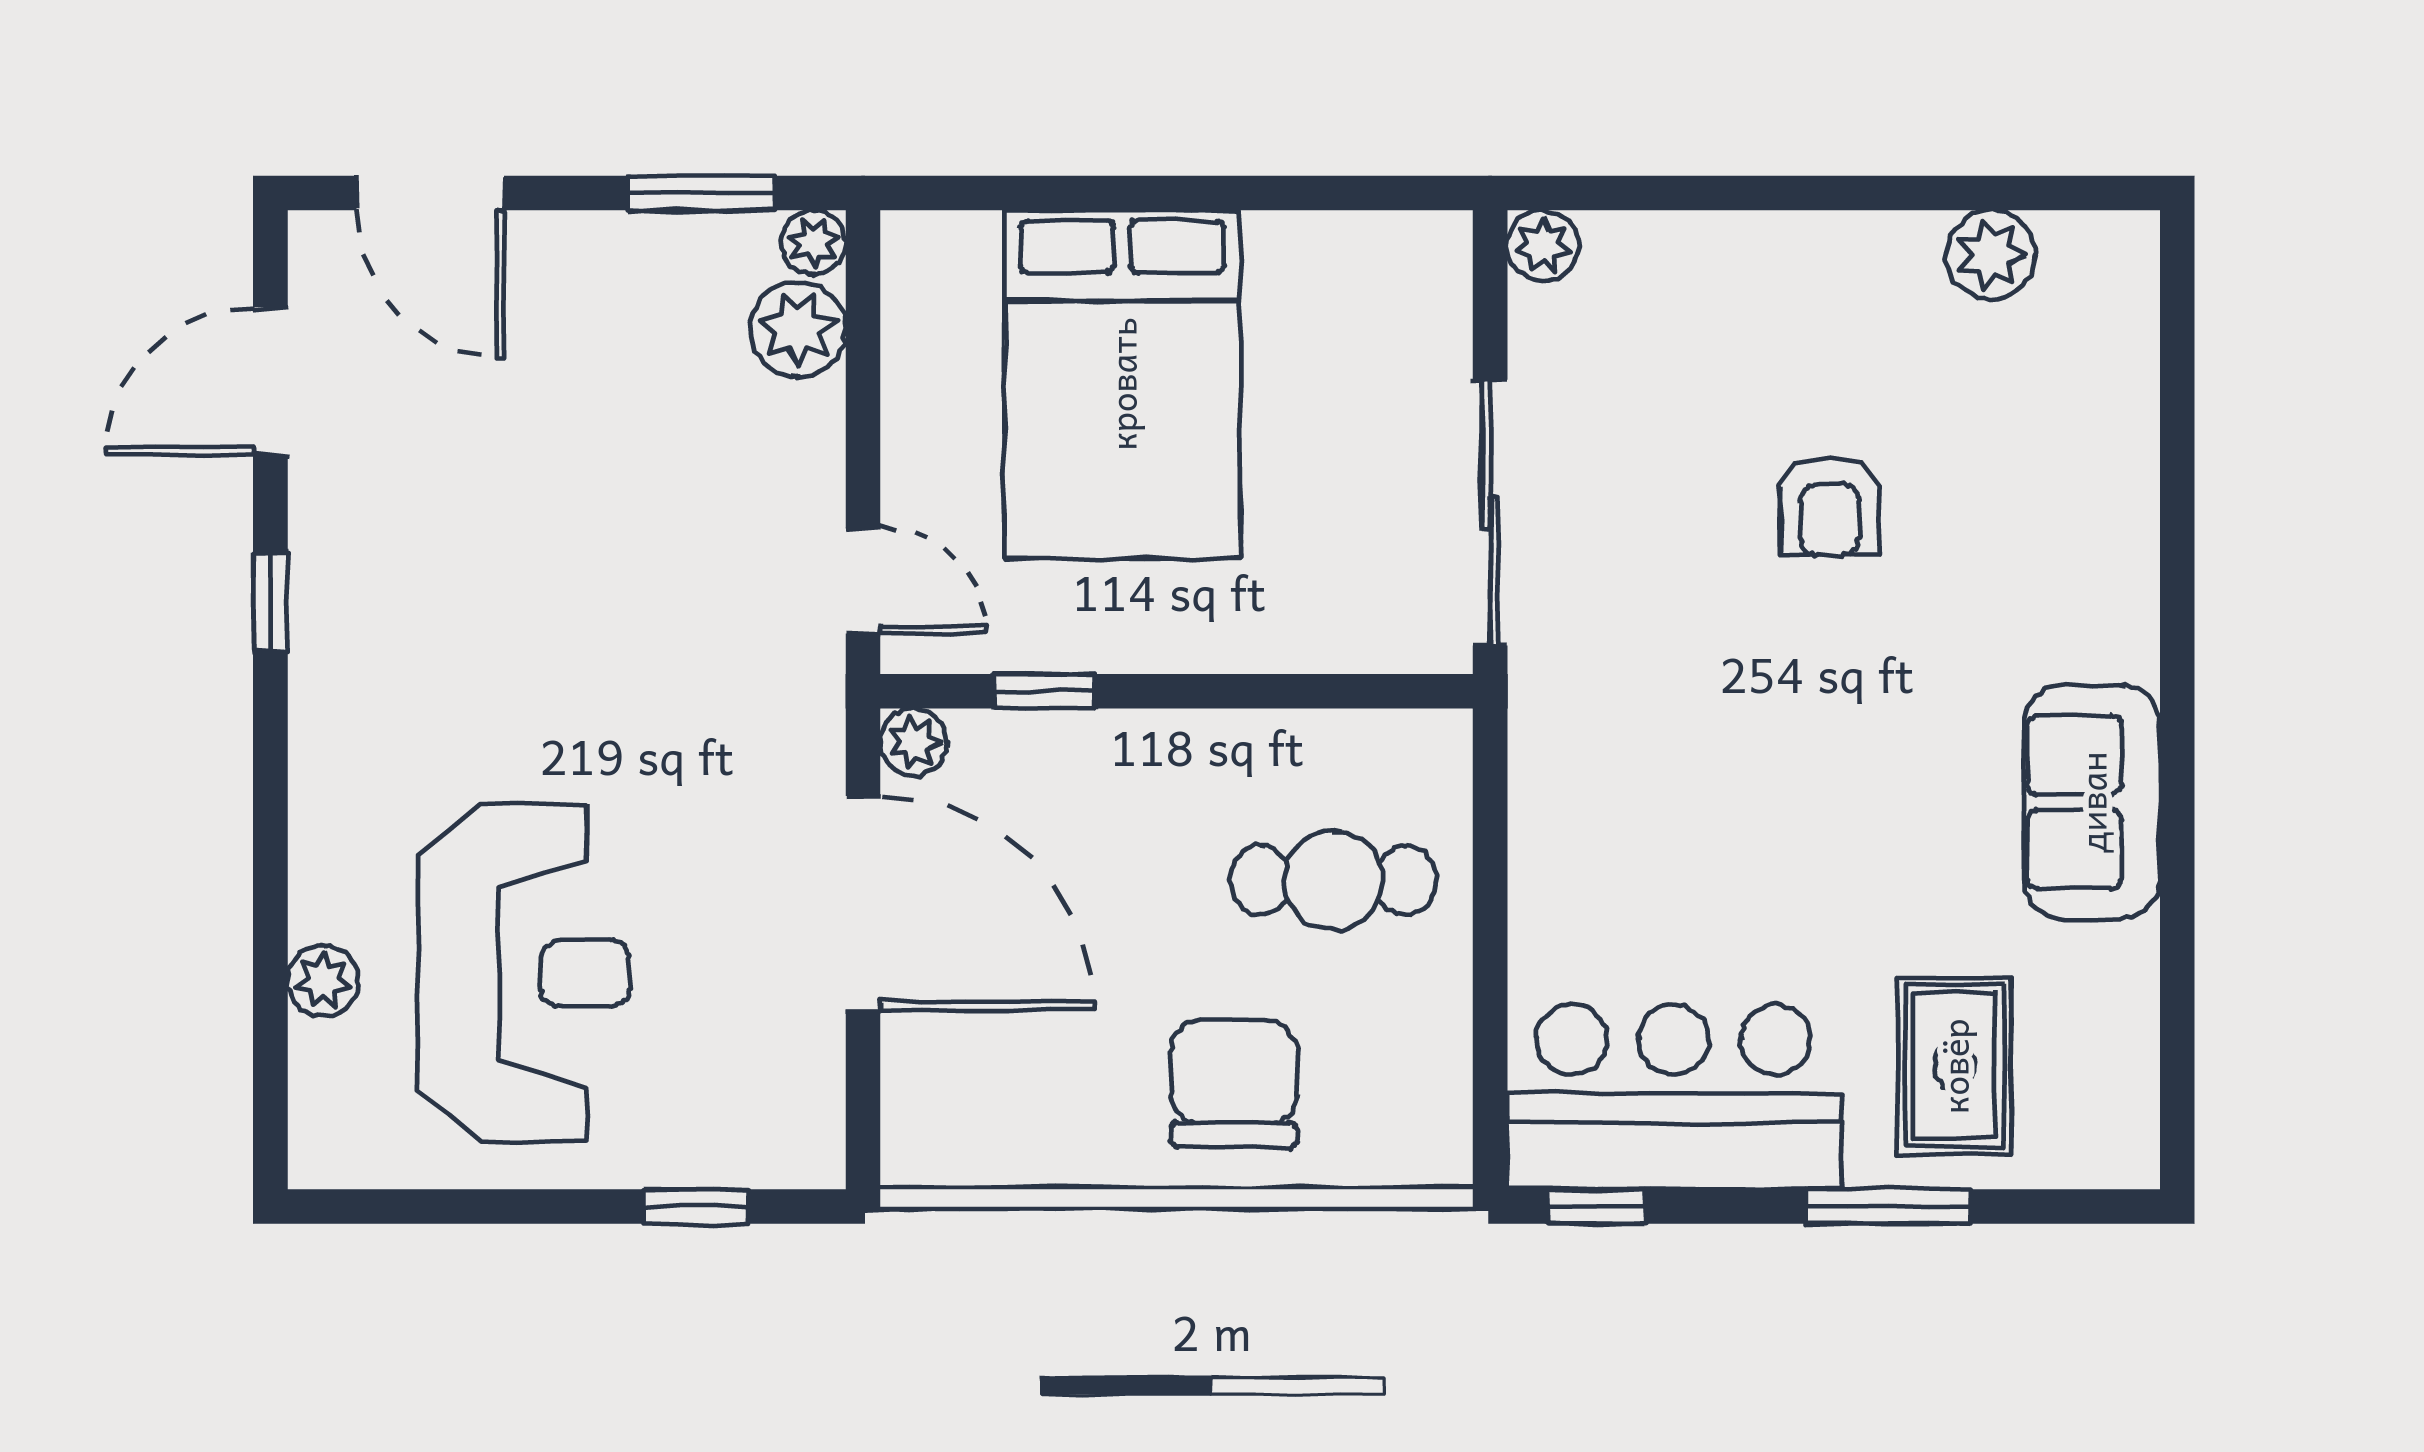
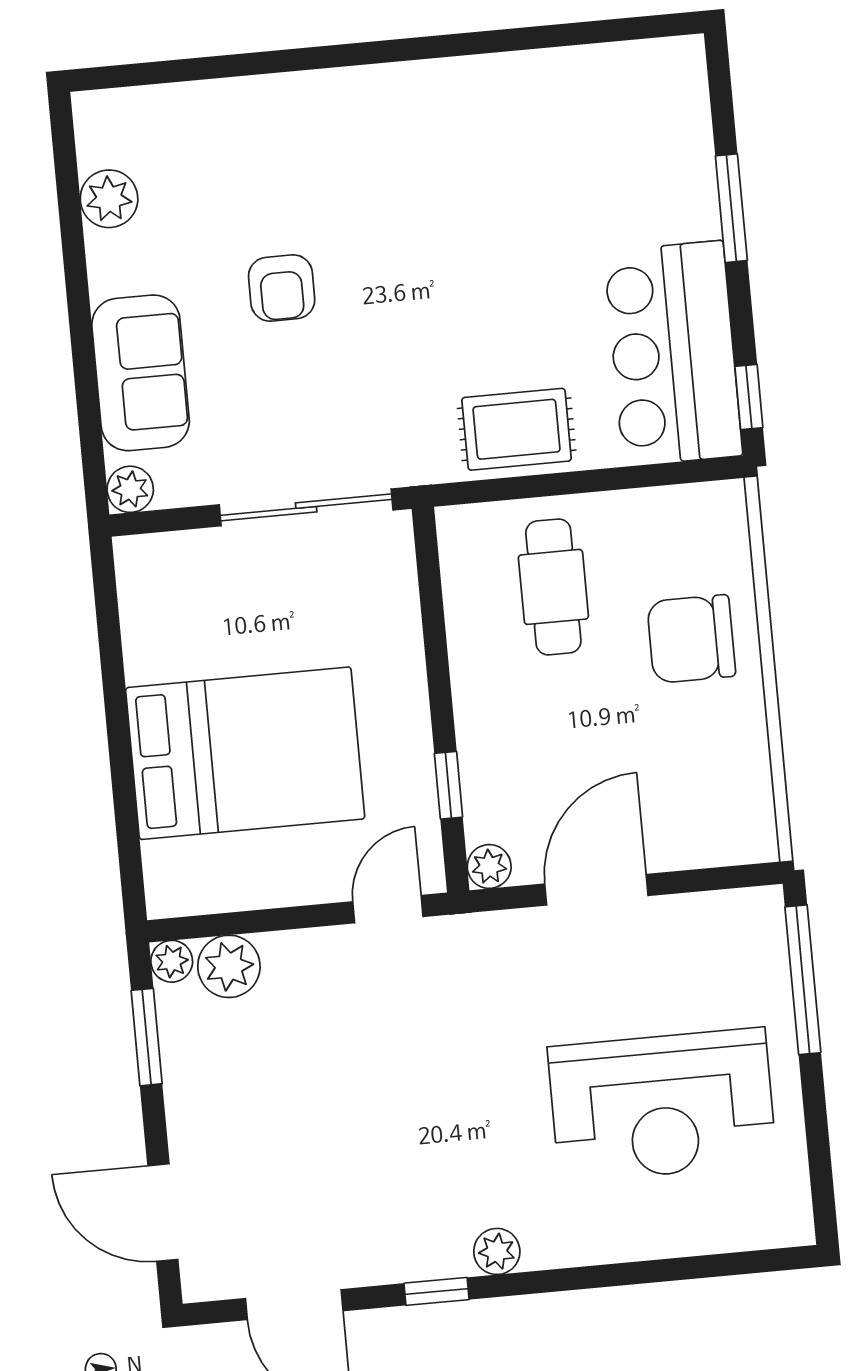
door: (430, 193) -> (163, 1213), swing flipped
armchair: (1830, 506) -> (282, 288), turned 90
sofa: (2092, 802) -> (141, 373), moved, turned -90
door: (863, 903) -> (596, 890), width x0.73
reception desk: (524, 973) -> (662, 1105), turned 180
plant: (323, 981) -> (497, 1251), moved
rug: (1954, 1066) -> (517, 429), moved
window: (696, 1207) -> (803, 980), width x2.17

